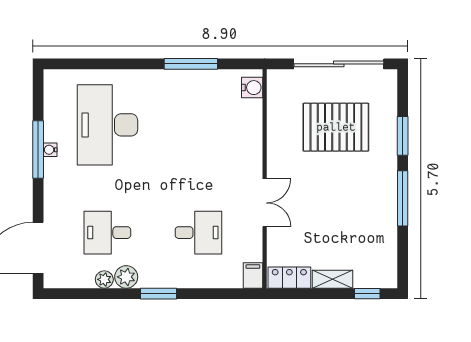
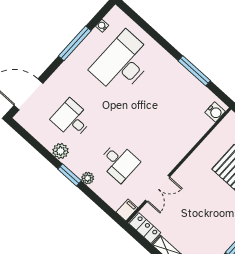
water cooler: (50, 150) -> (102, 26), moved
double door: (265, 203) -> (158, 188), moved
plant: (104, 279) -> (88, 178), moved

